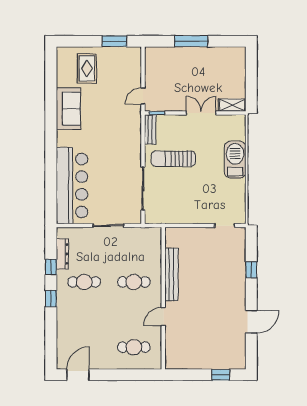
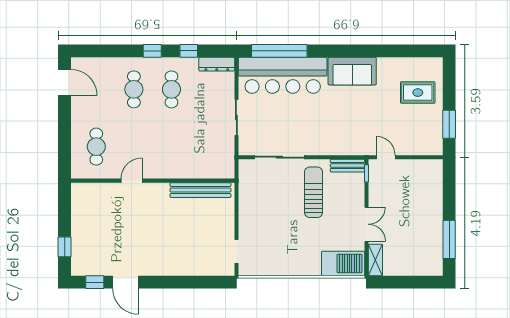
window: (191, 41) -> (449, 239), moved
sofa: (68, 109) -> (352, 71), moved
barbecue: (235, 160) -> (343, 263), moved
window: (51, 188) -> (279, 51), added
dresser: (62, 254) -> (217, 64), moved
window: (251, 270) -> (95, 282), moved
bench: (171, 275) -> (200, 190), moved
cafe table: (134, 282) -> (134, 89), moved
door: (163, 317) -> (132, 181), hinge flipped

